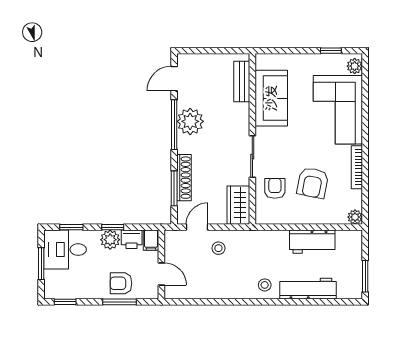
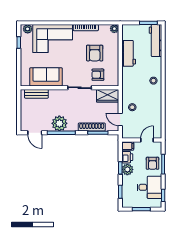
armchair: (313, 183) -> (95, 53), turned 79
desk: (65, 250) -> (149, 187), moved, turned -90
workbench: (308, 289) -> (156, 41), moved

